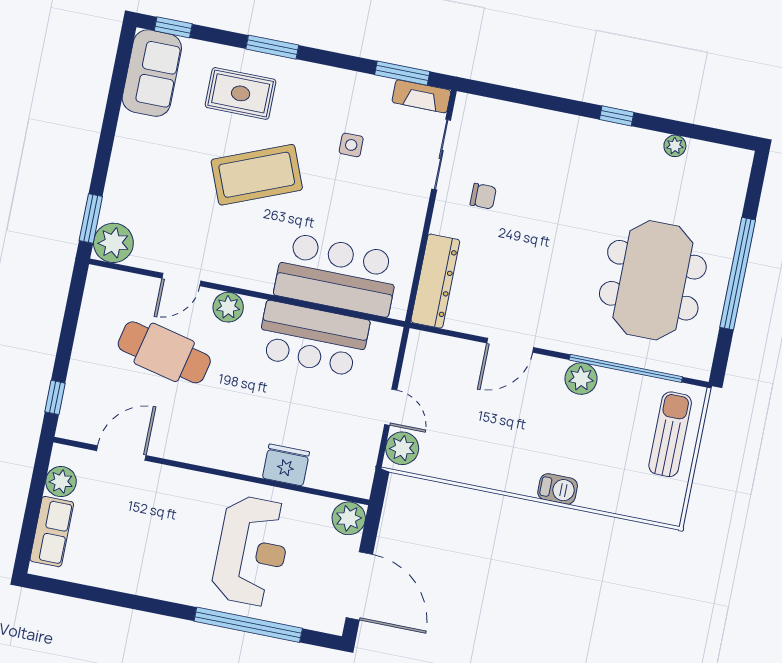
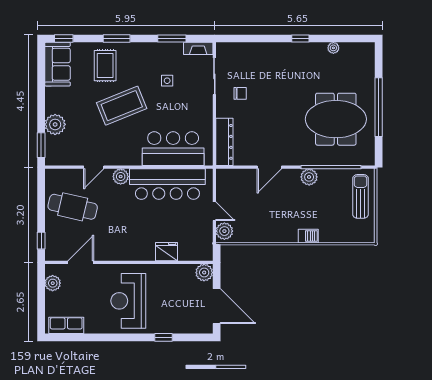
window: (402, 73) -> (172, 38), moved
rug: (241, 93) -> (105, 66), turned 90
plant: (113, 243) -> (55, 124), moved
meeting table: (653, 280) -> (336, 119), turned 90
bar counter: (313, 339) -> (167, 184), width x1.36
cafe table: (164, 352) -> (73, 207), moved
row of seats: (52, 532) -> (66, 325), moved, turned -90
reception desk: (252, 551) -> (128, 301), moved, turned 180
window: (248, 625) -> (164, 337), width x0.32

